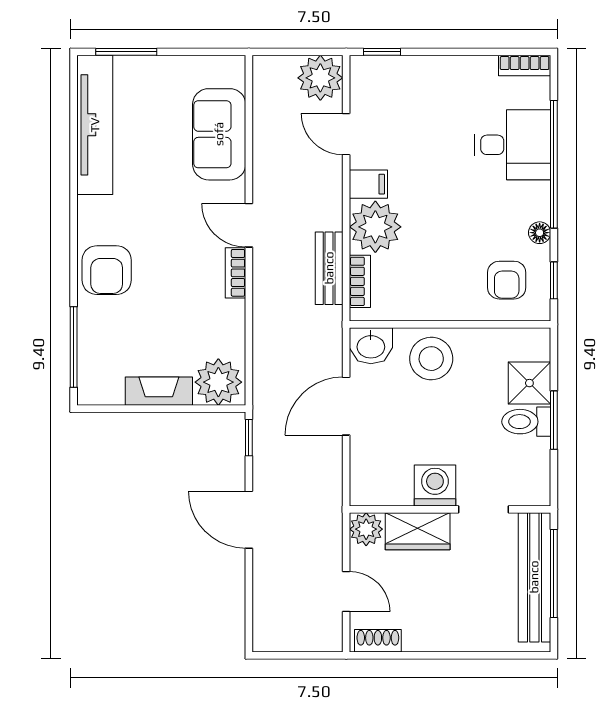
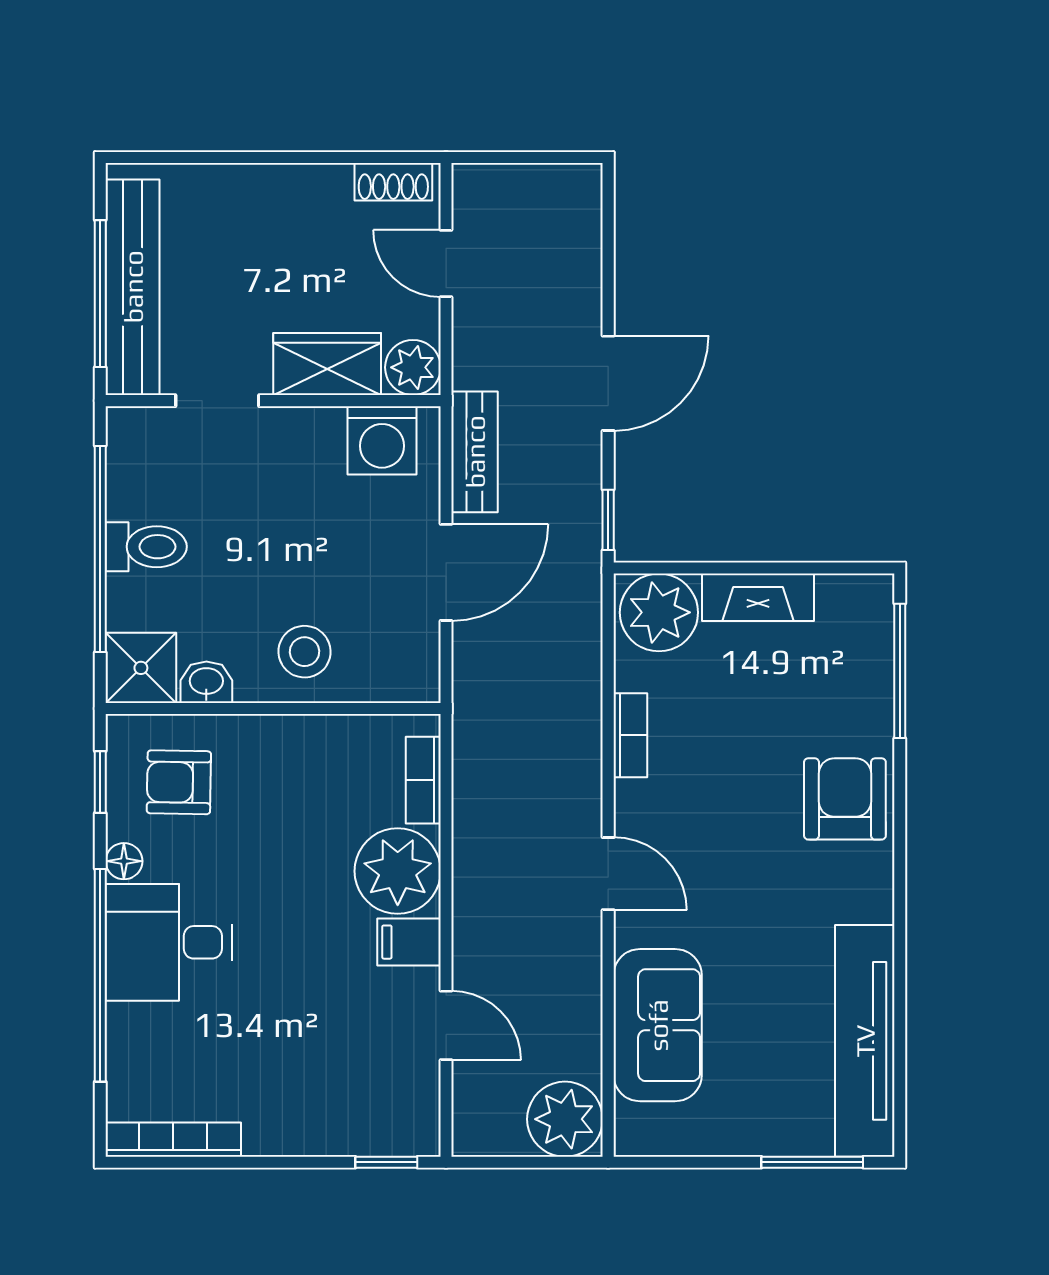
bookcase: (525, 66) -> (173, 1140), width x1.56
plant: (320, 78) -> (565, 1119), moved
desk: (513, 145) -> (169, 942), moved
bench: (329, 268) -> (475, 452), moved
bookcase: (236, 273) -> (630, 735), moved
armchair: (507, 280) -> (179, 782), turned -89
washbasin: (371, 346) -> (206, 682), moved, width x0.72, depth x0.69
stool: (431, 359) -> (304, 652), width x0.73, depth x0.73
shower: (529, 383) -> (141, 668), moved
window: (554, 420) -> (100, 549), width x2.11
washing machine: (435, 485) -> (382, 440), moved
door: (249, 520) -> (608, 383), hinge flipped

